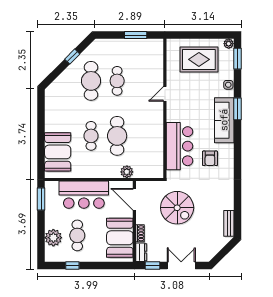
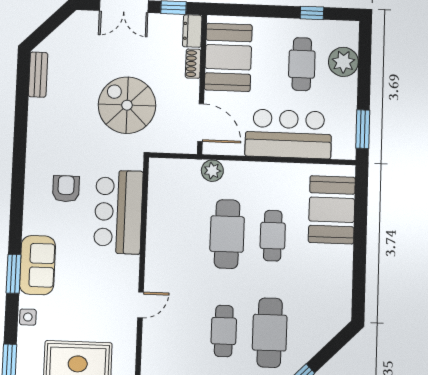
sofa: (224, 120) -> (37, 265), width x0.73

